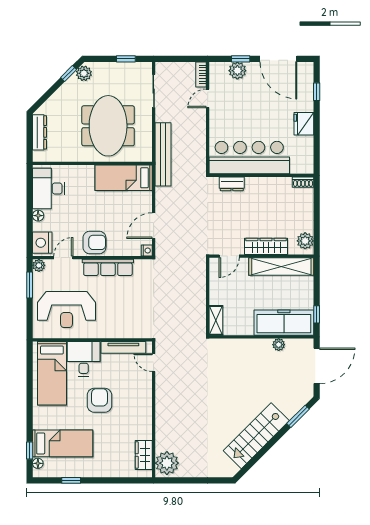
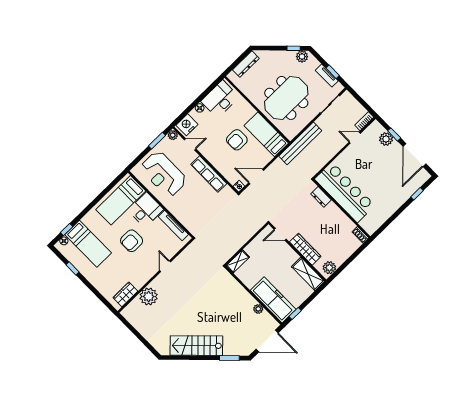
tv unit: (124, 68) -> (327, 76), added
fridge: (304, 124) -> (393, 204), removed
armchair: (94, 242) -> (237, 140), moved, turned 90
shelving: (281, 266) -> (308, 274), width x0.68
door: (154, 363) -> (165, 266), moved
armchair: (99, 400) -> (132, 241), turned 180
plant: (167, 463) -> (149, 297), moved

